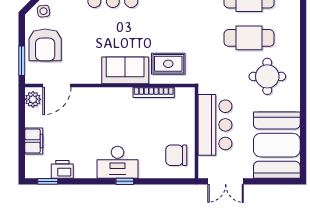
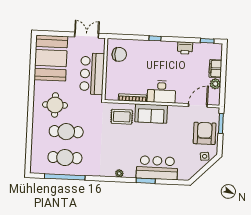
plant: (33, 99) -> (215, 84), moved
desk: (117, 162) -> (161, 92), moved, turned 180
printer: (62, 169) -> (185, 48), moved

